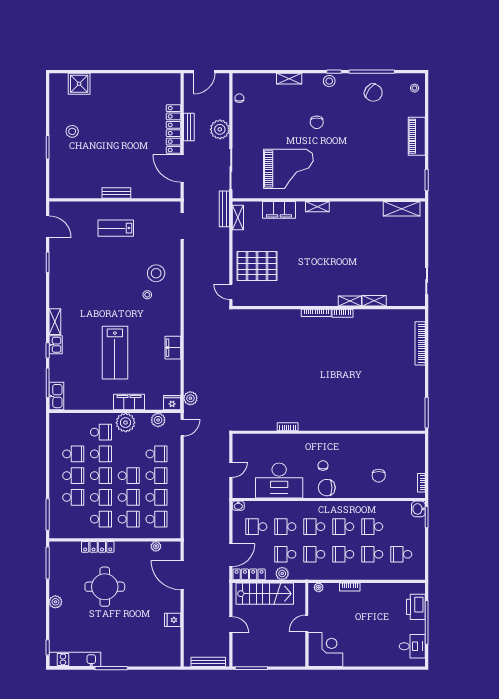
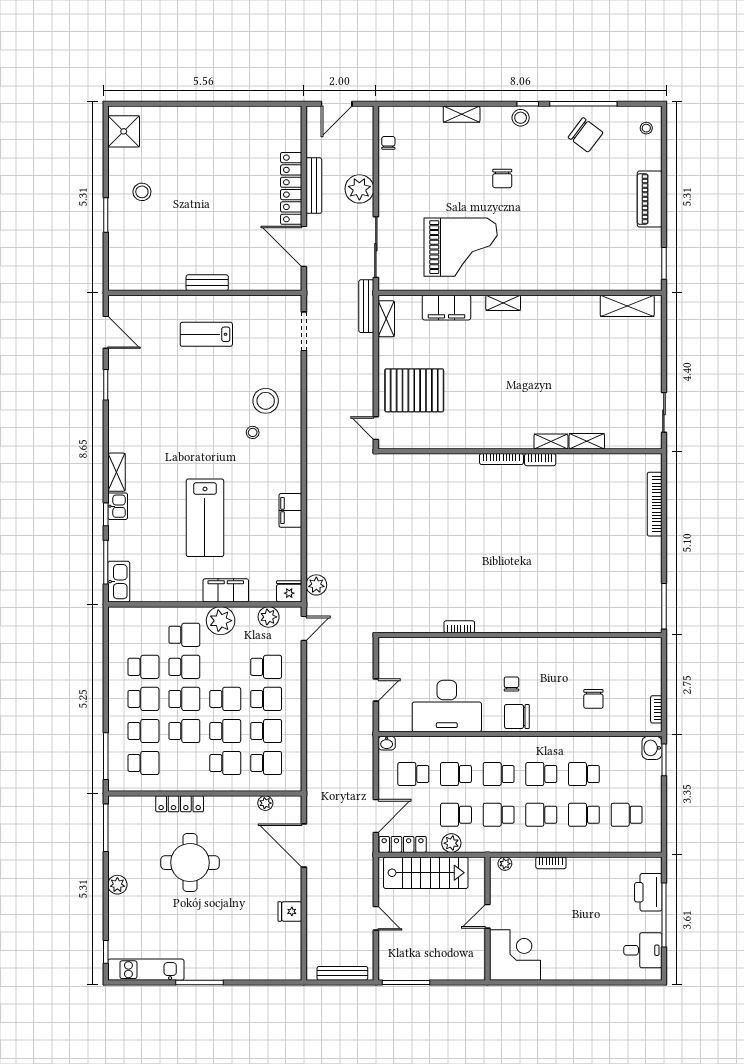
shower: (79, 84) -> (124, 131), moved
bench: (189, 127) -> (314, 186), width x1.36
school desk: (101, 519) -> (143, 763), moved

